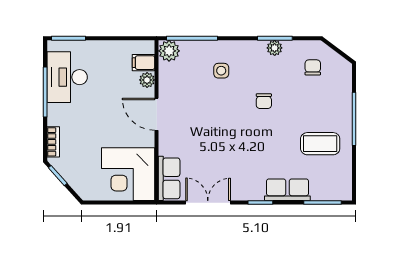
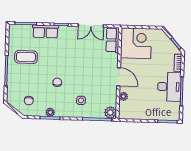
filing cabinet: (144, 63) -> (125, 106), removed
desk: (67, 77) -> (169, 87), moved

